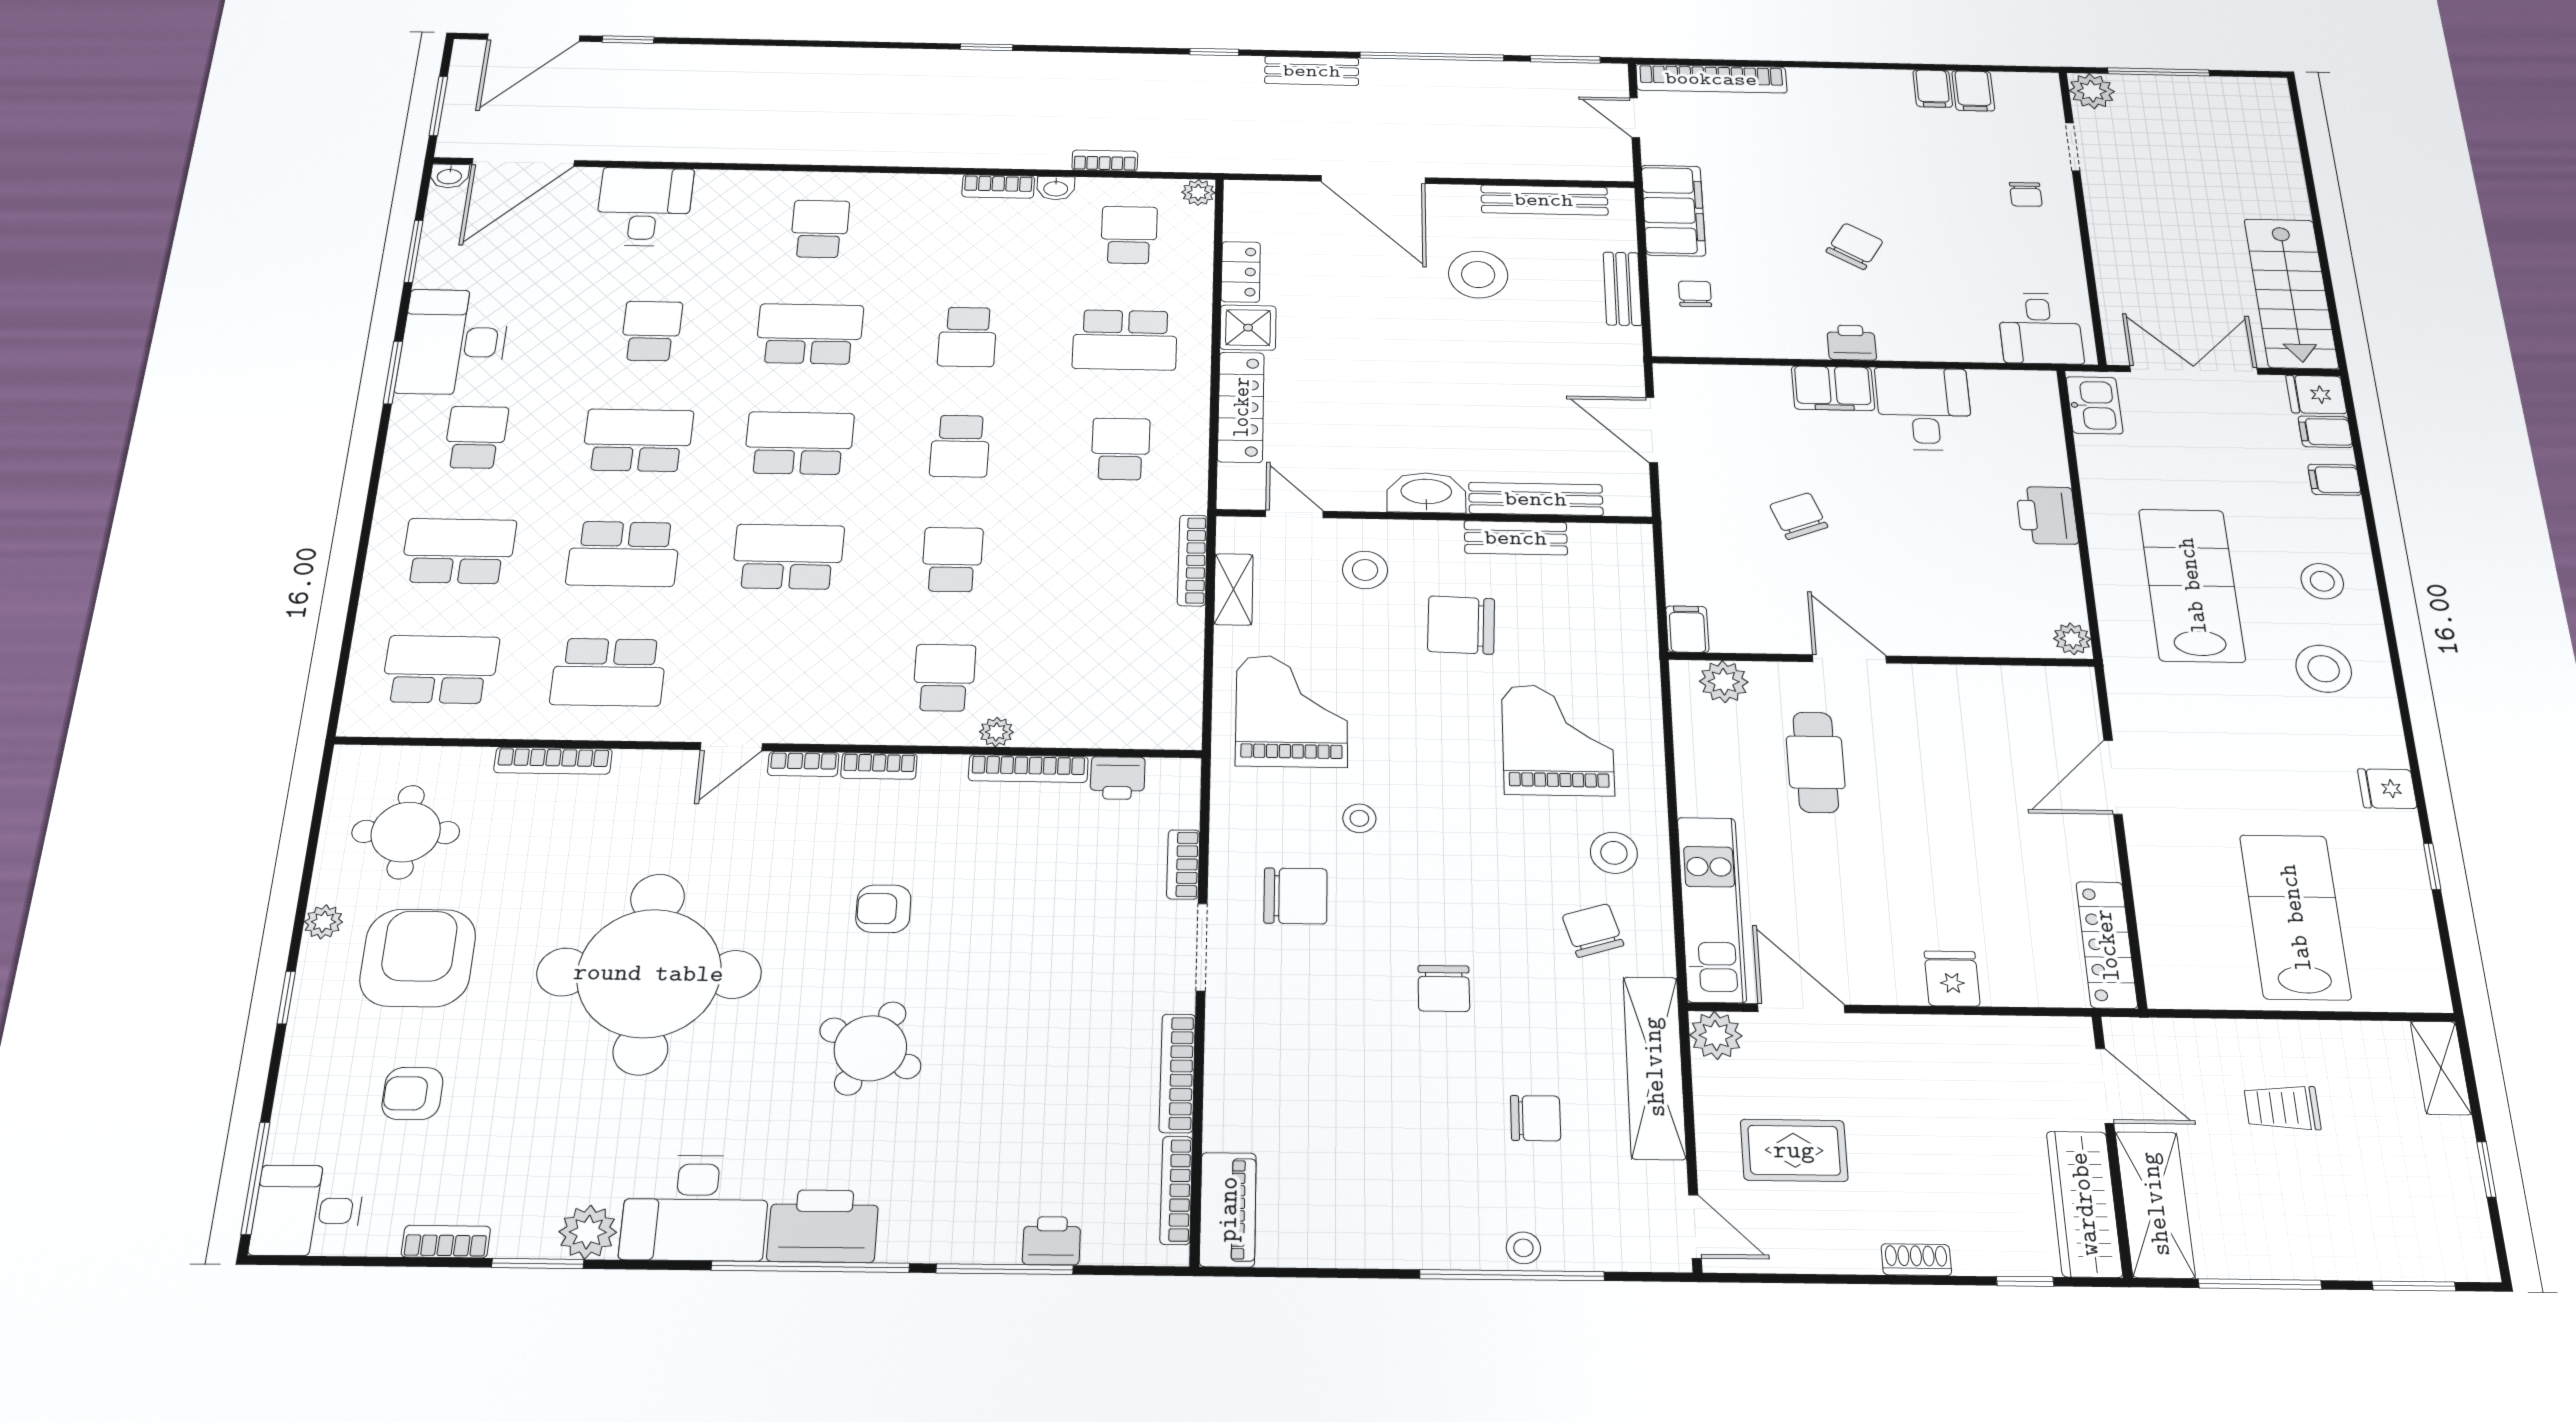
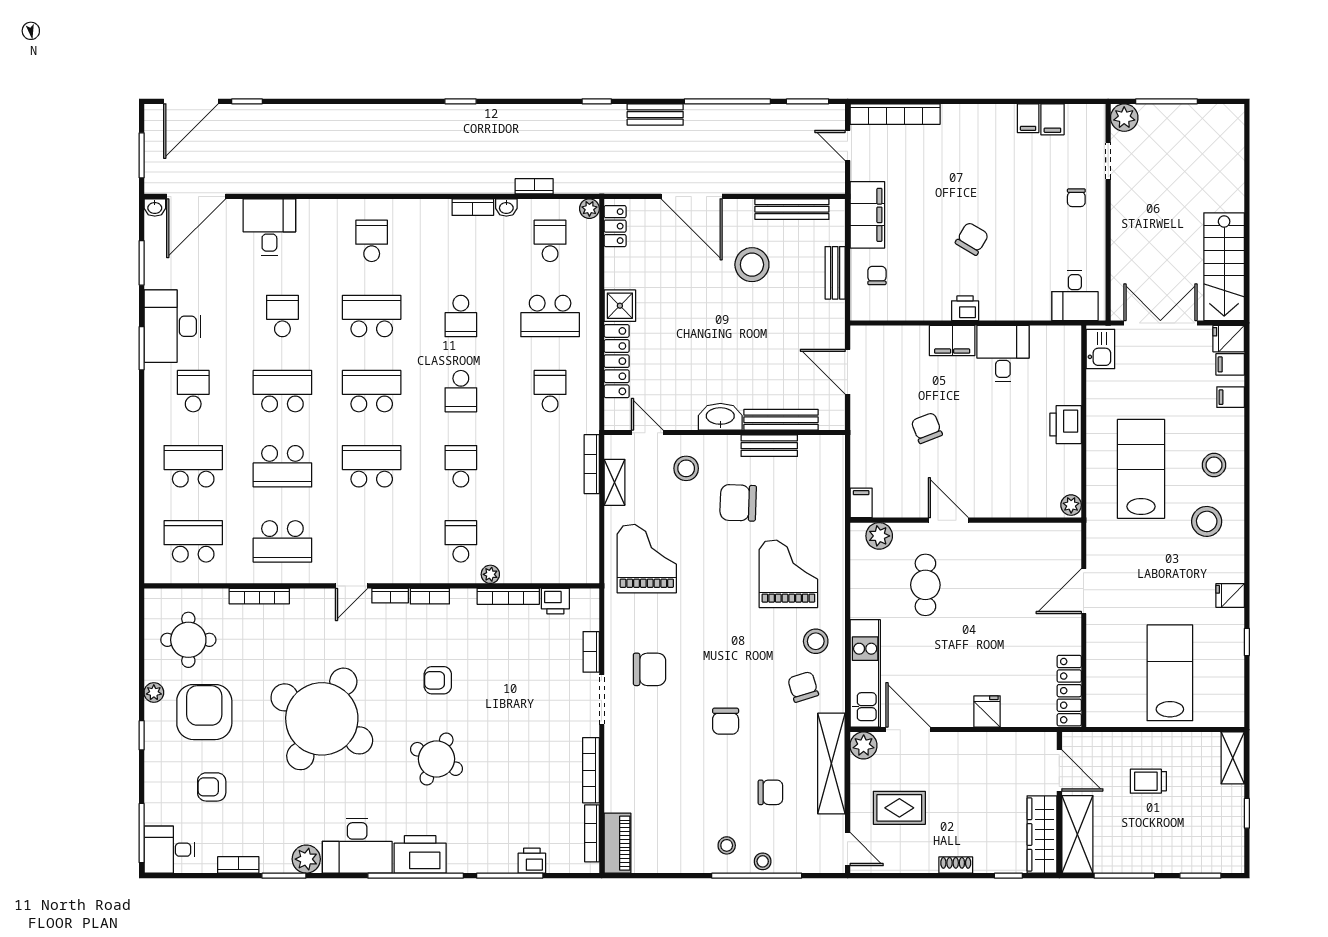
locker: (1241, 272) -> (615, 226), moved
stool: (1359, 818) -> (727, 845), moved
round table: (649, 973) -> (322, 719), turned 30

